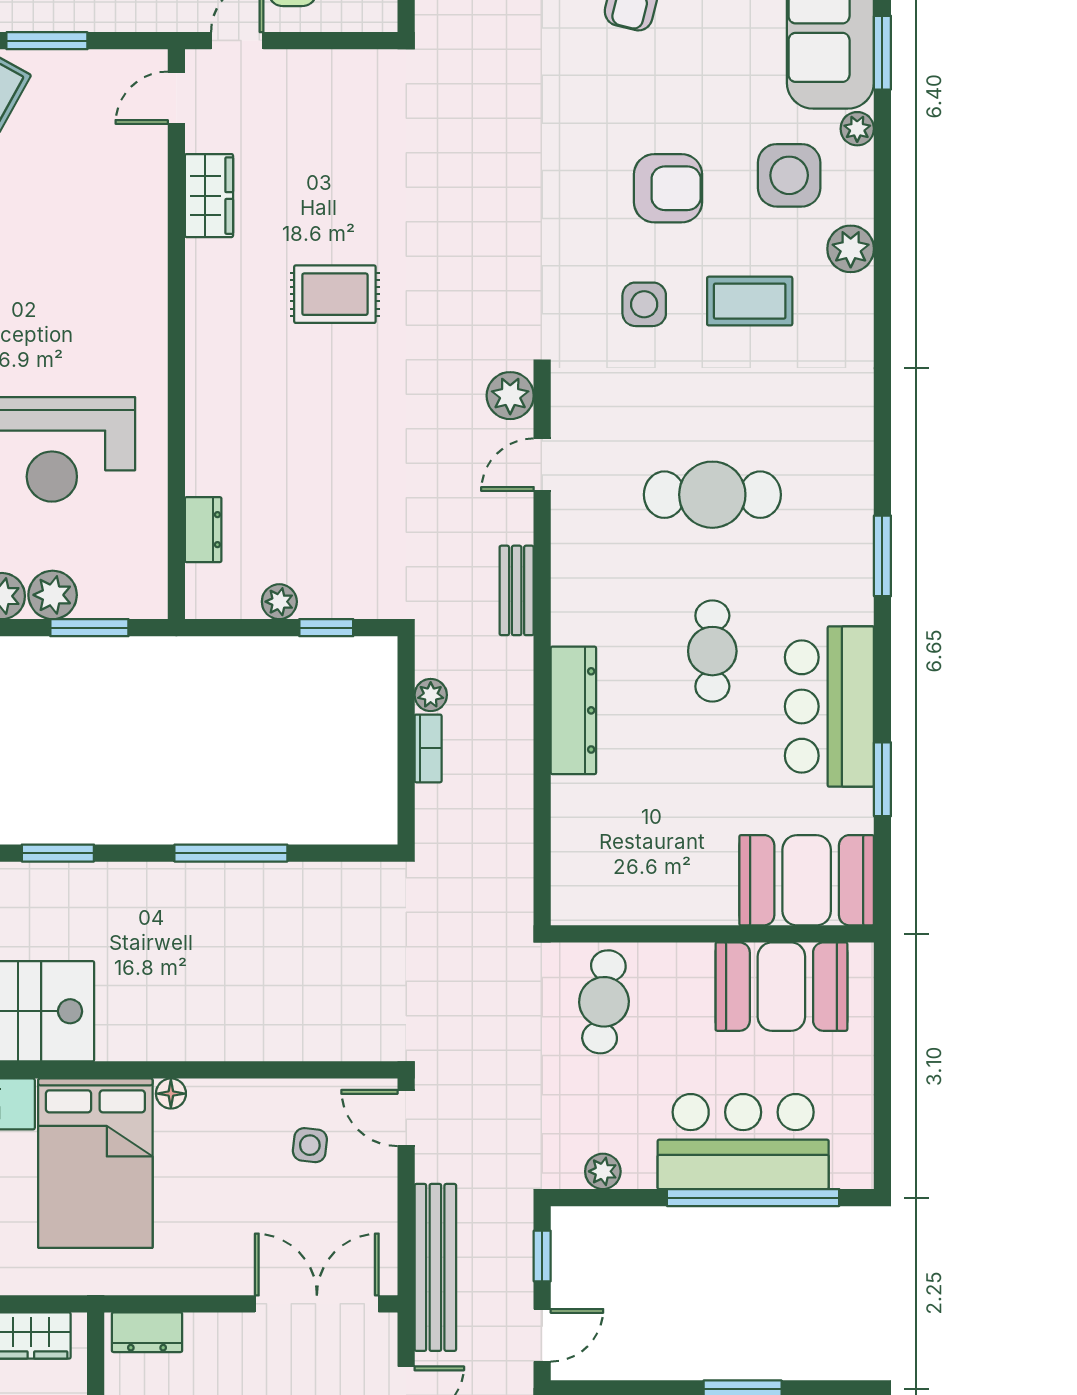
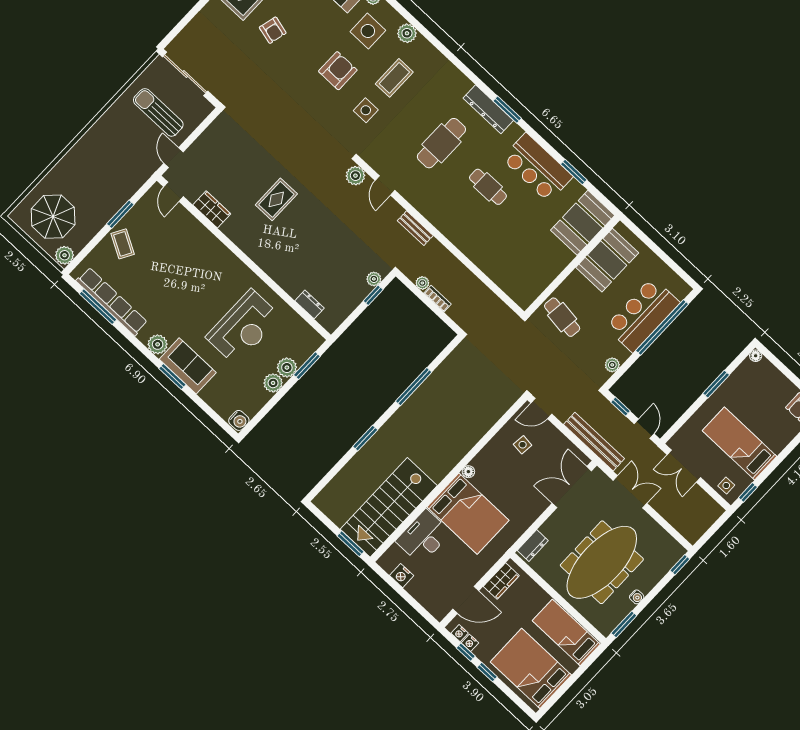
plant: (279, 602) -> (374, 279), moved
dresser: (573, 710) -> (488, 109), moved, turned 180

